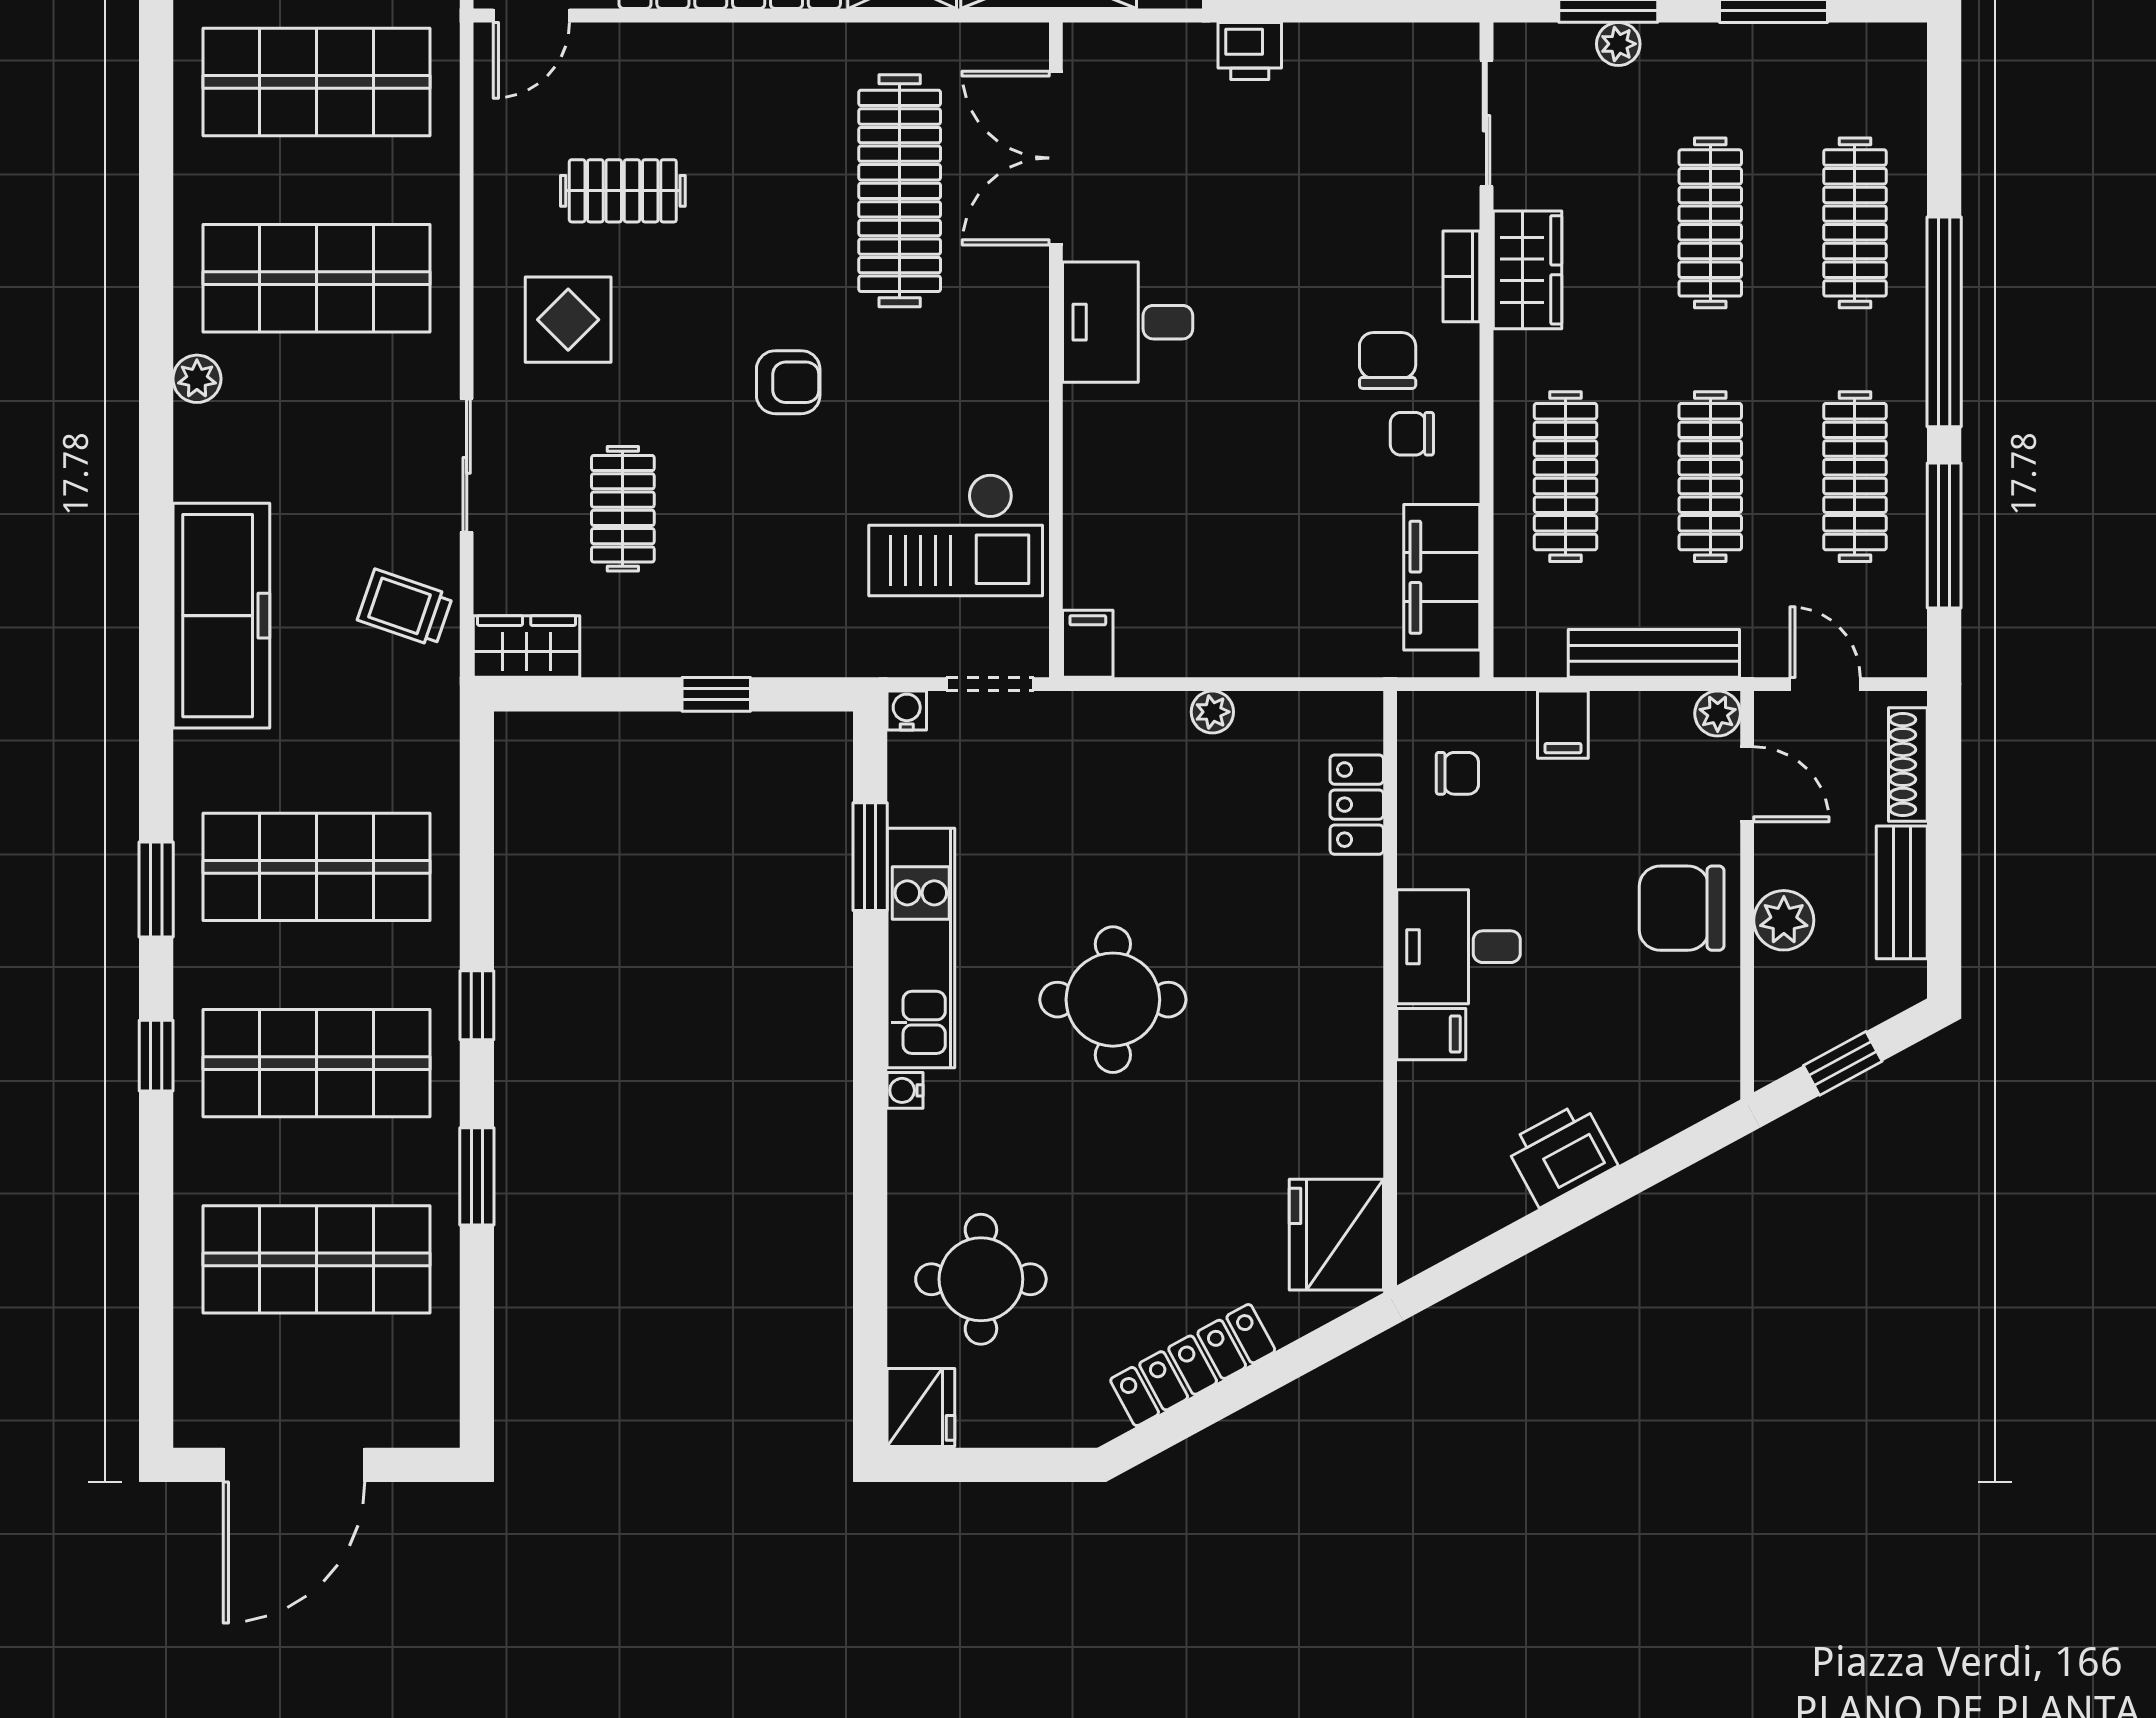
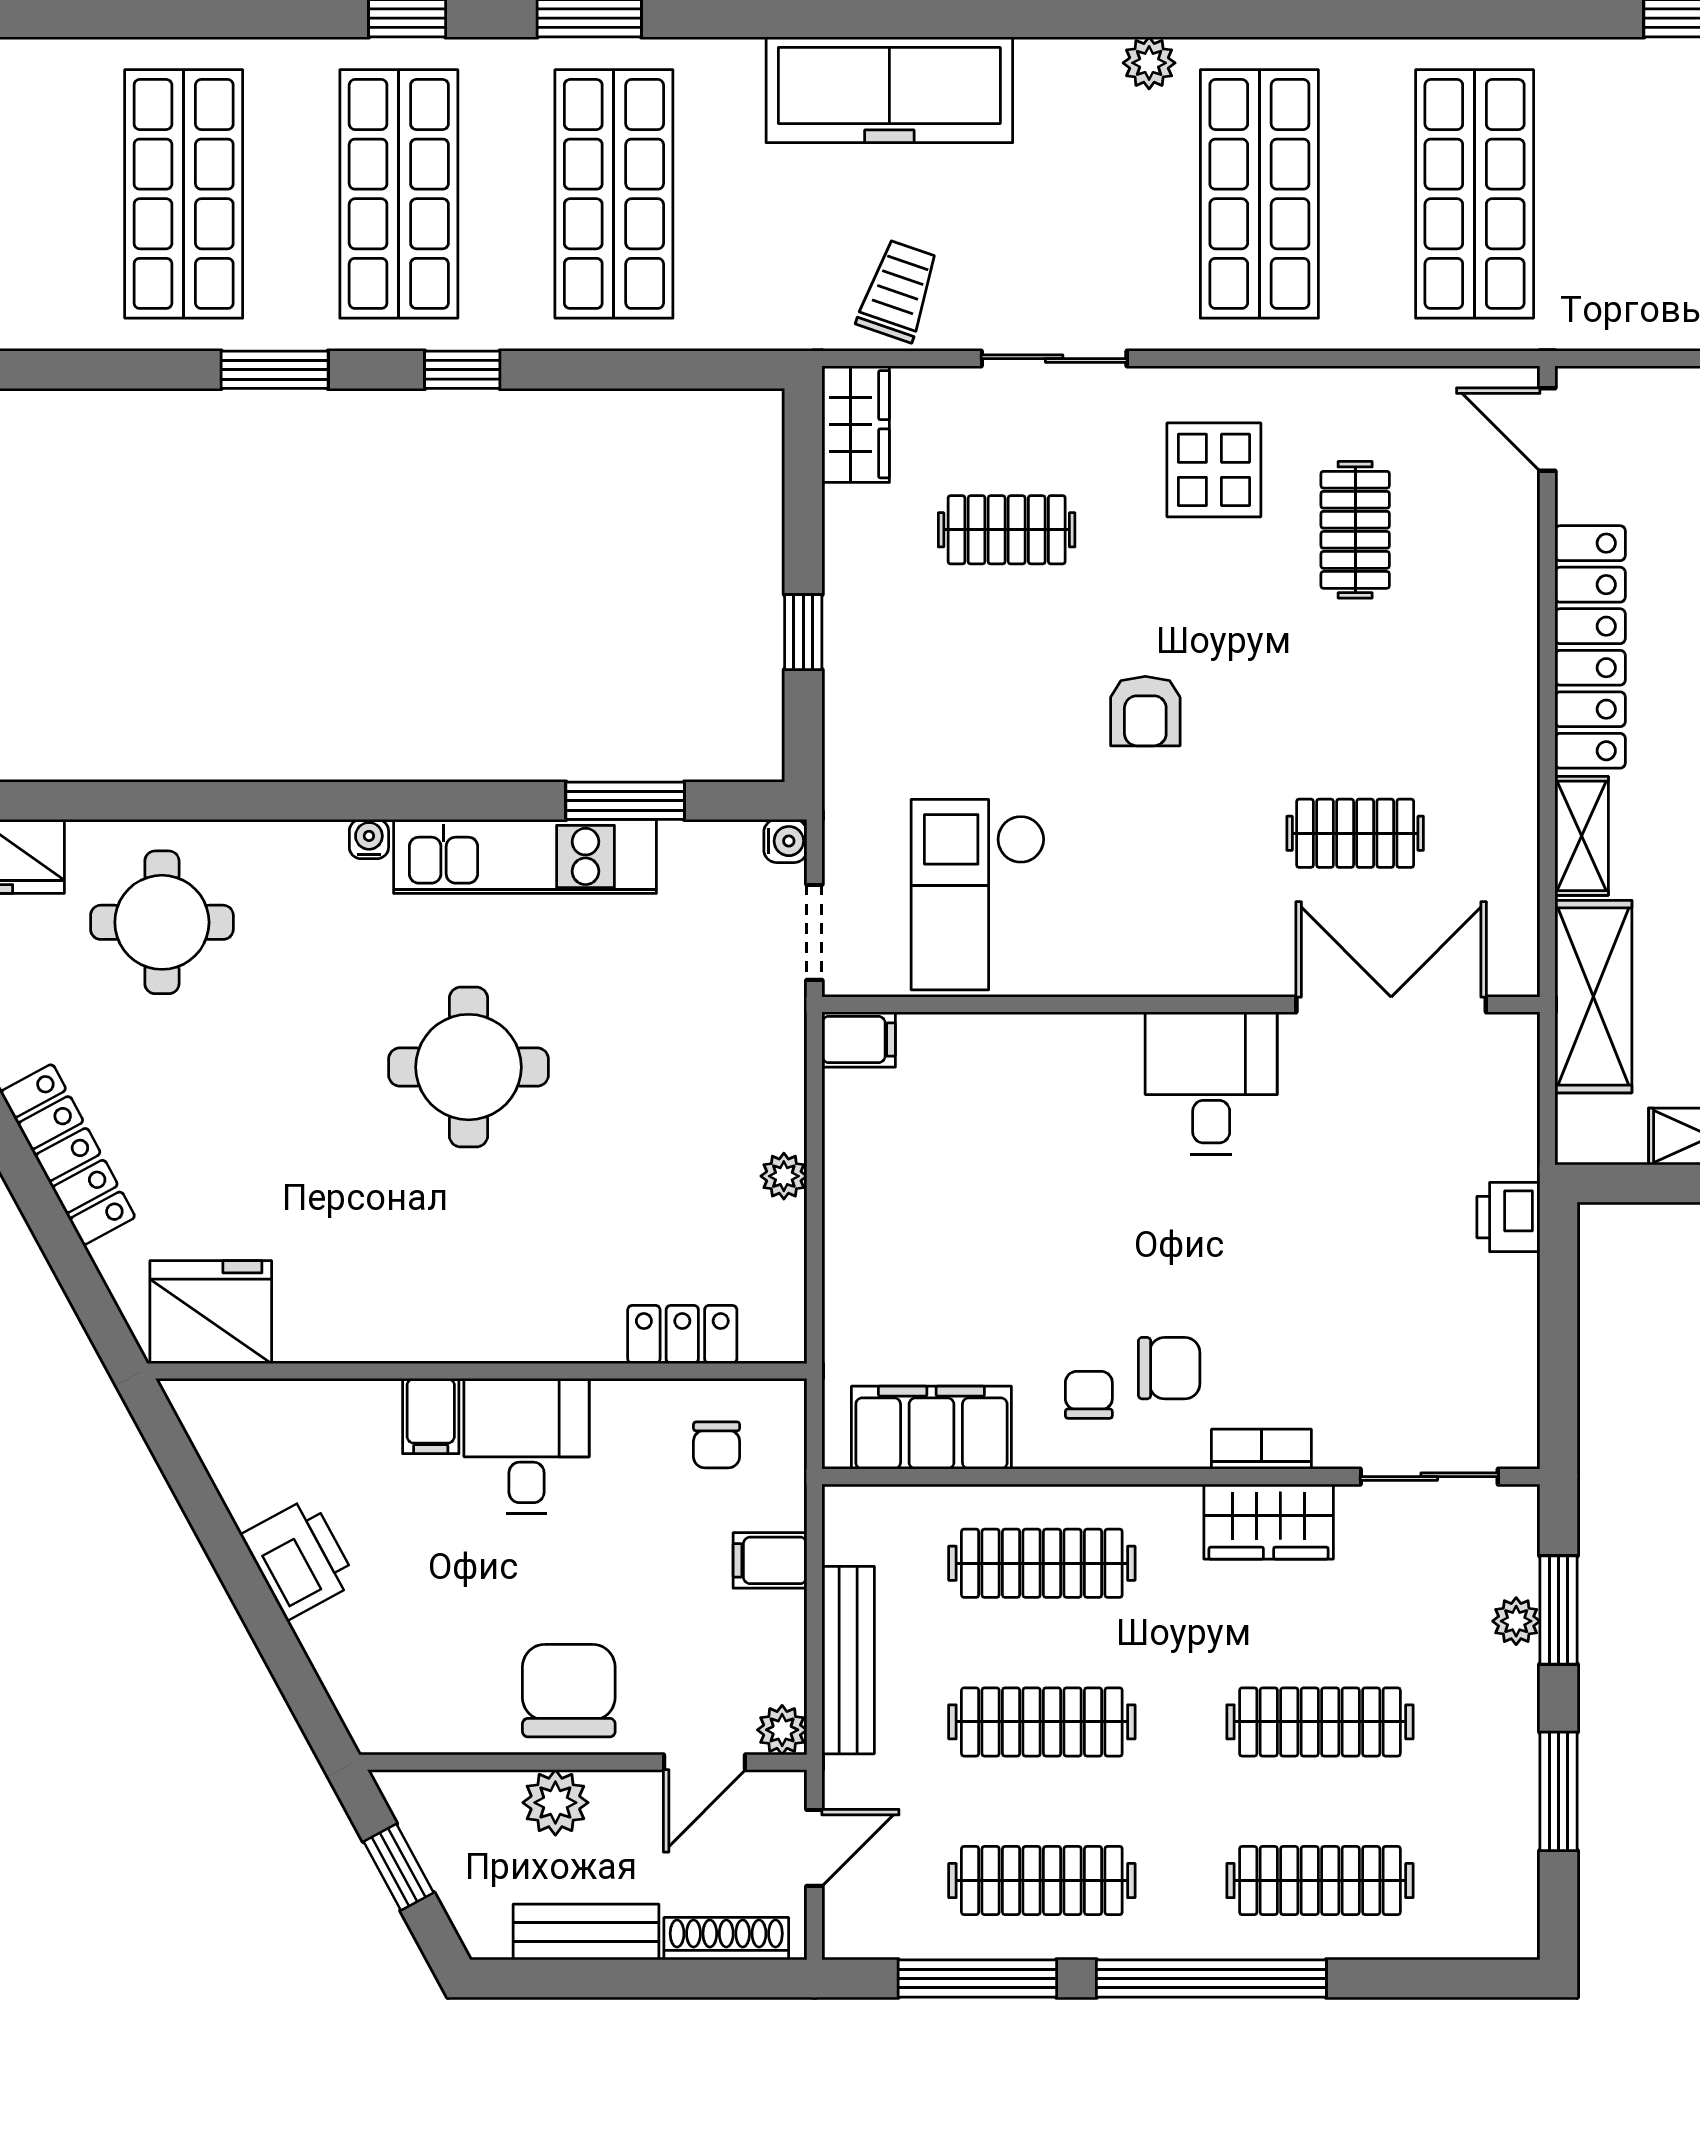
clothes rail: (900, 191) -> (1355, 833), width x0.54, depth x0.76

